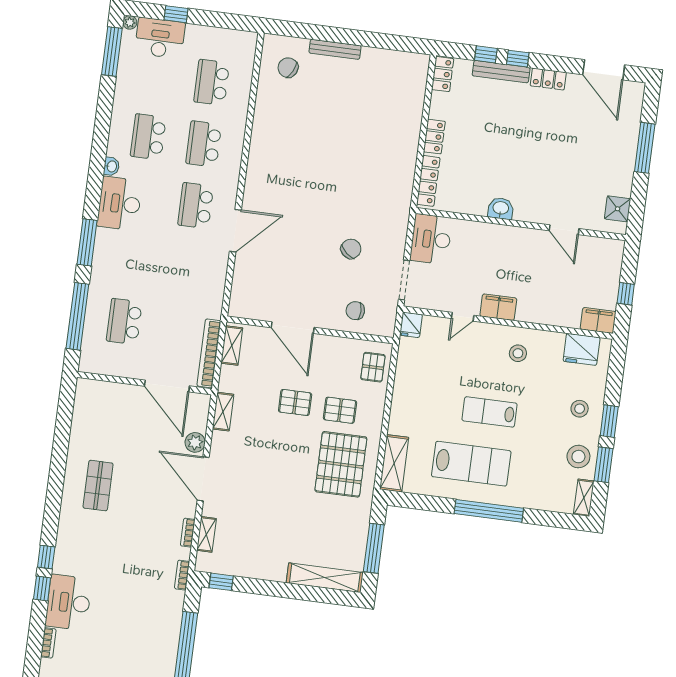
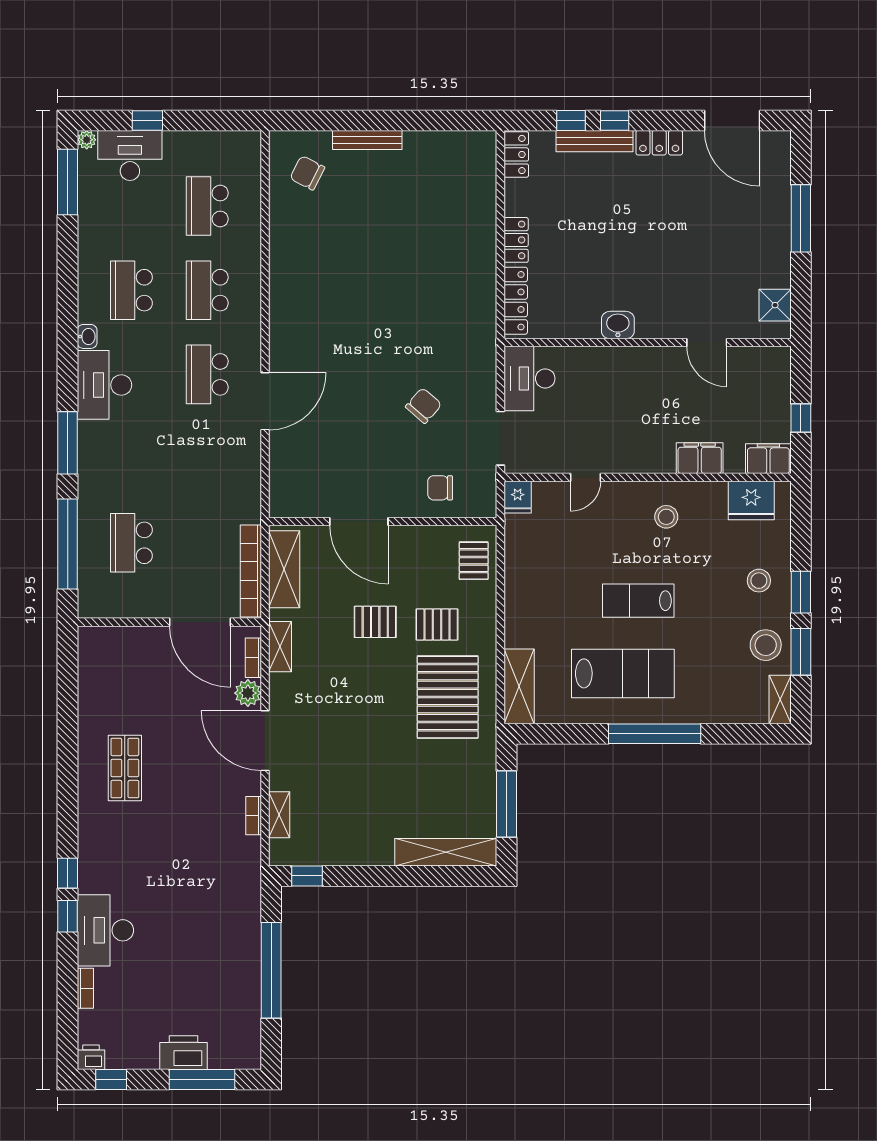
filing cabinet: (498, 307) -> (700, 458), moved
shelving: (232, 346) -> (284, 569), width x1.50, depth x1.33
bookcase: (182, 575) -> (253, 658), moved

